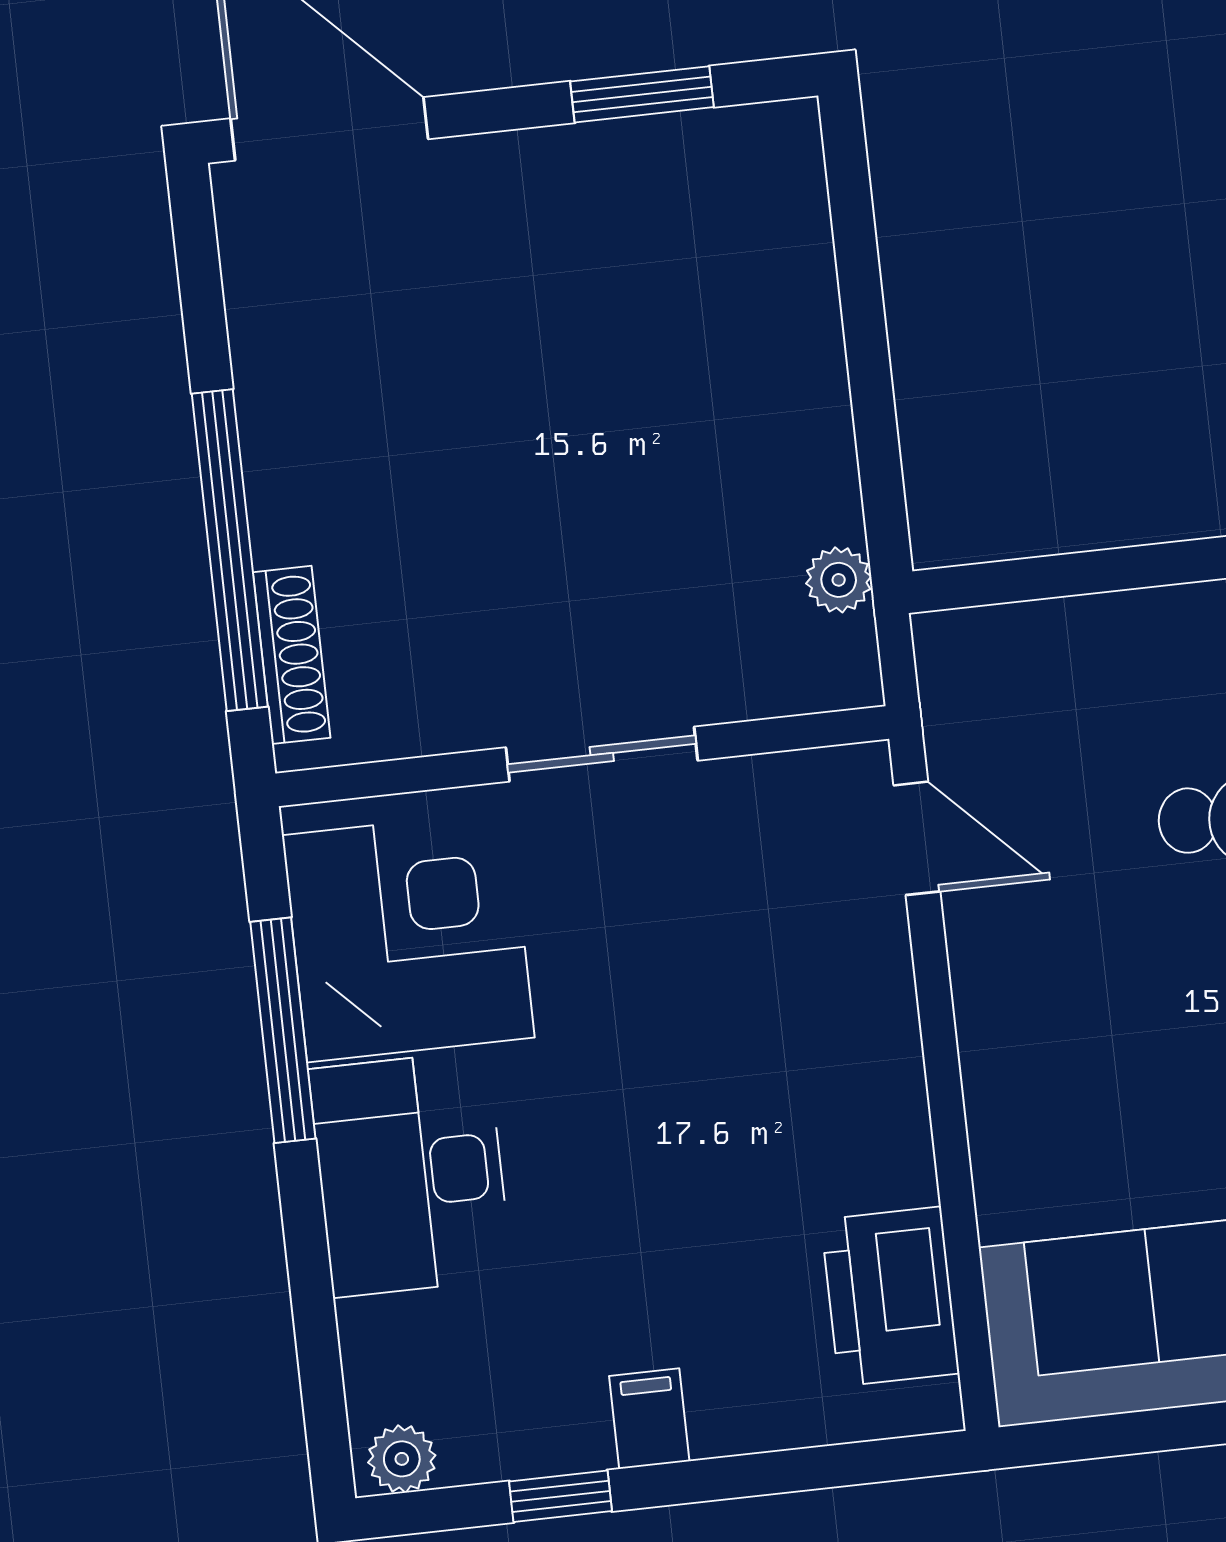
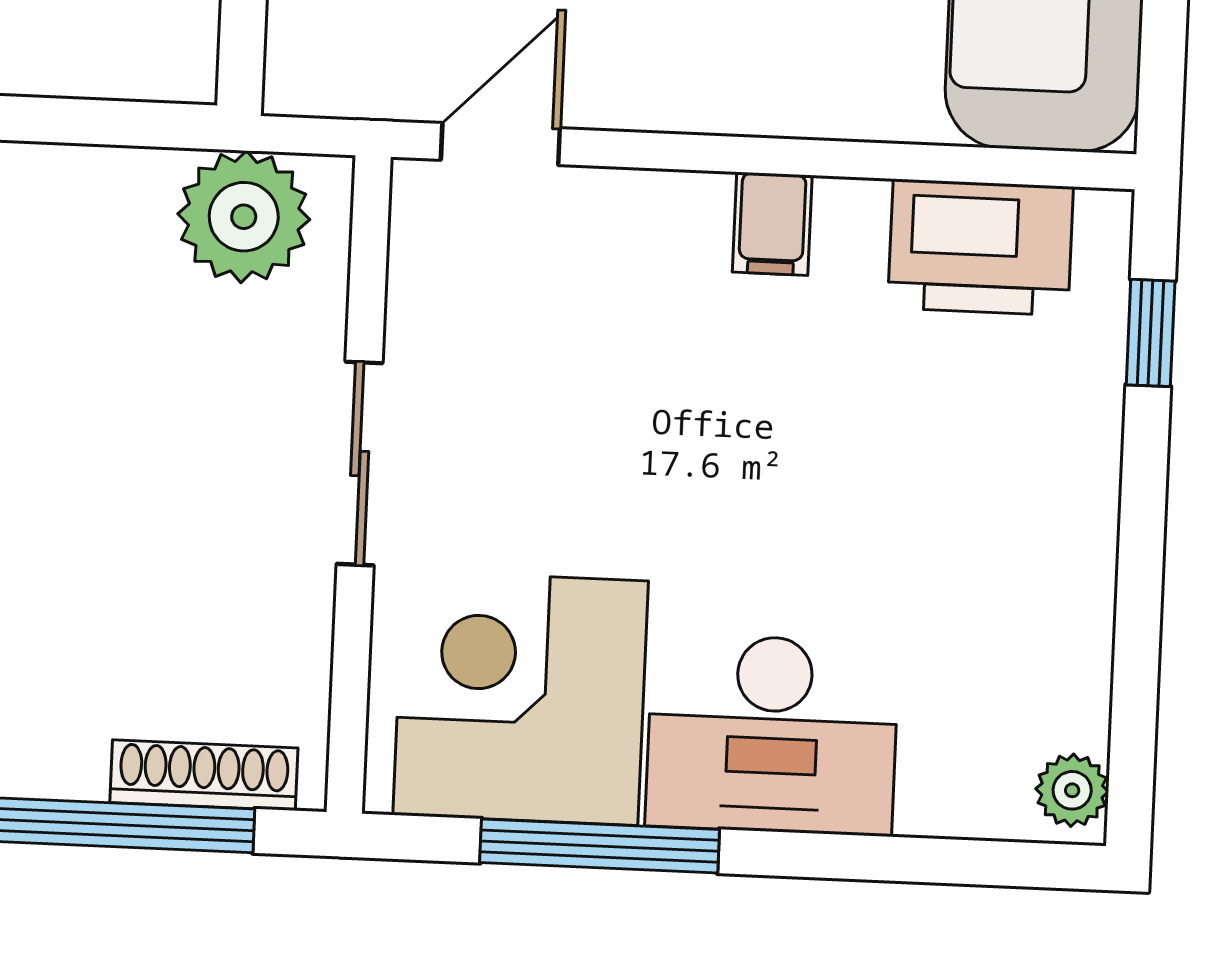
plant: (839, 580) -> (244, 217), width x1.87, depth x1.87
filing cabinet: (649, 1419) -> (772, 224), moved, turned -90
window: (561, 1496) -> (1151, 333), moved

